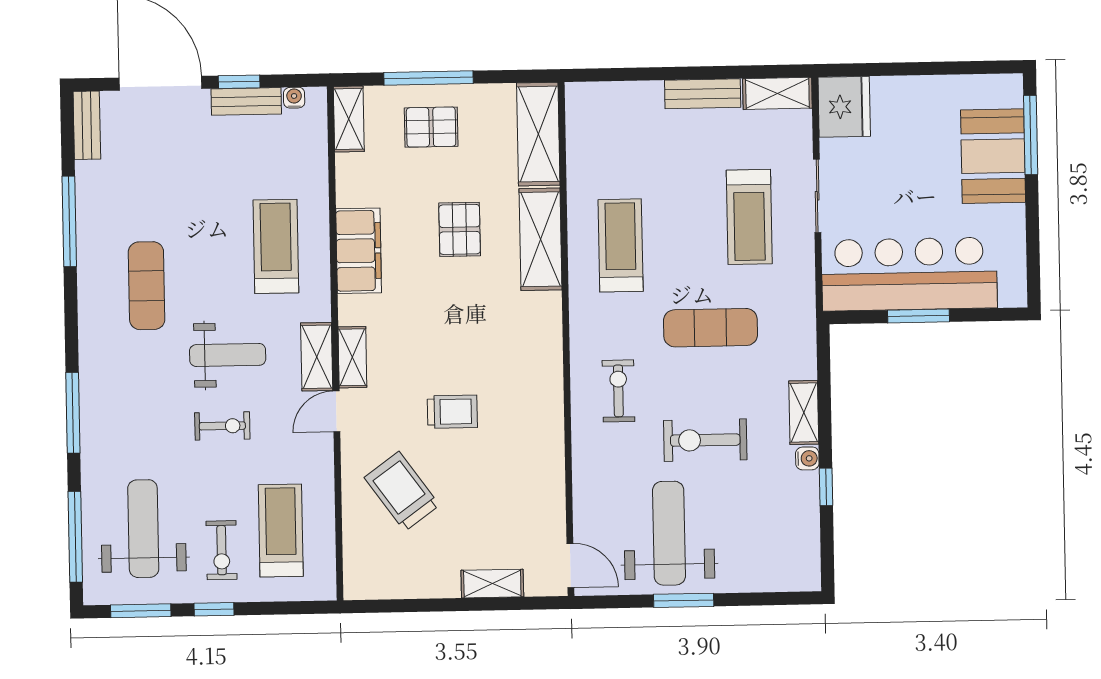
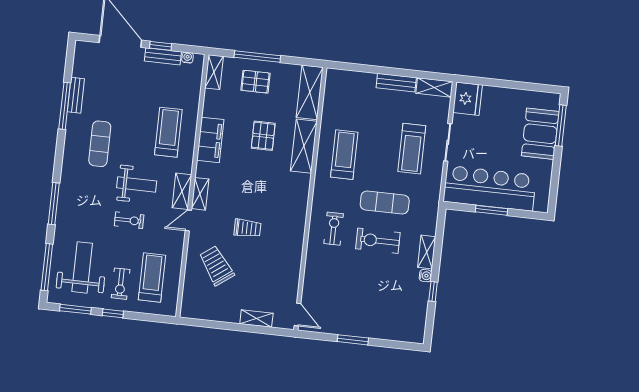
bench: (87, 125) -> (76, 95), moved
exercise bike: (705, 440) -> (378, 241), moved
weight bench: (669, 533) -> (350, 305), removed

